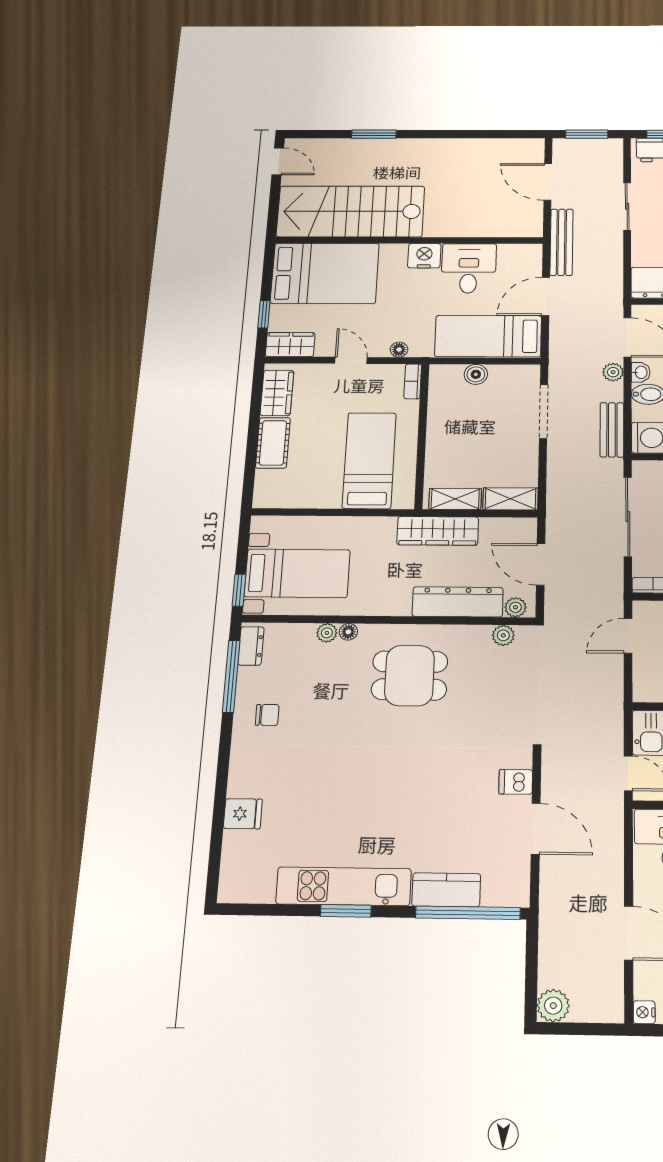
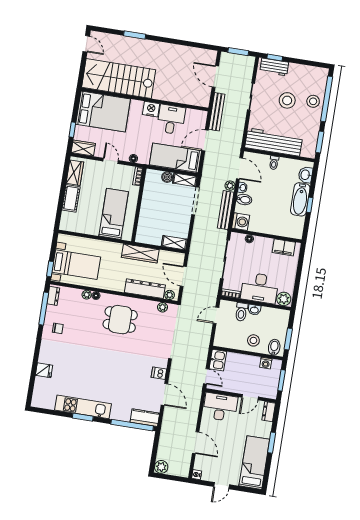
bench: (612, 430) -> (226, 210), width x1.36
shelving: (455, 499) -> (185, 180), moved
kitchen counter: (446, 890) -> (145, 418), moved

